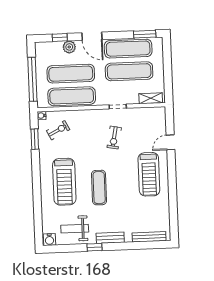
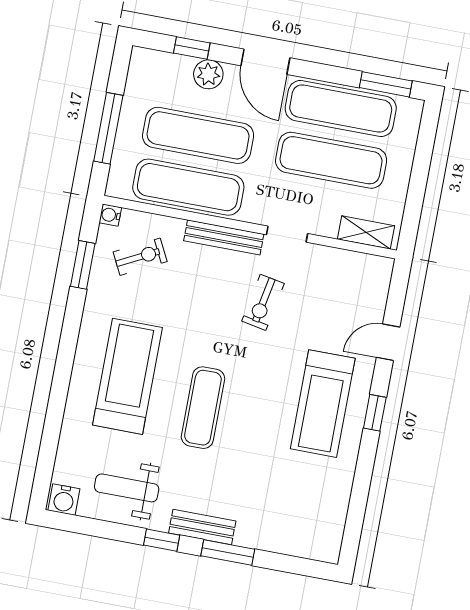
window: (32, 79) -> (108, 128), width x0.68
window: (172, 173) -> (375, 413), added
treadmill: (64, 182) -> (127, 376), turned 180
bench: (149, 237) -> (224, 237), moved
window: (123, 246) -> (228, 553), added

